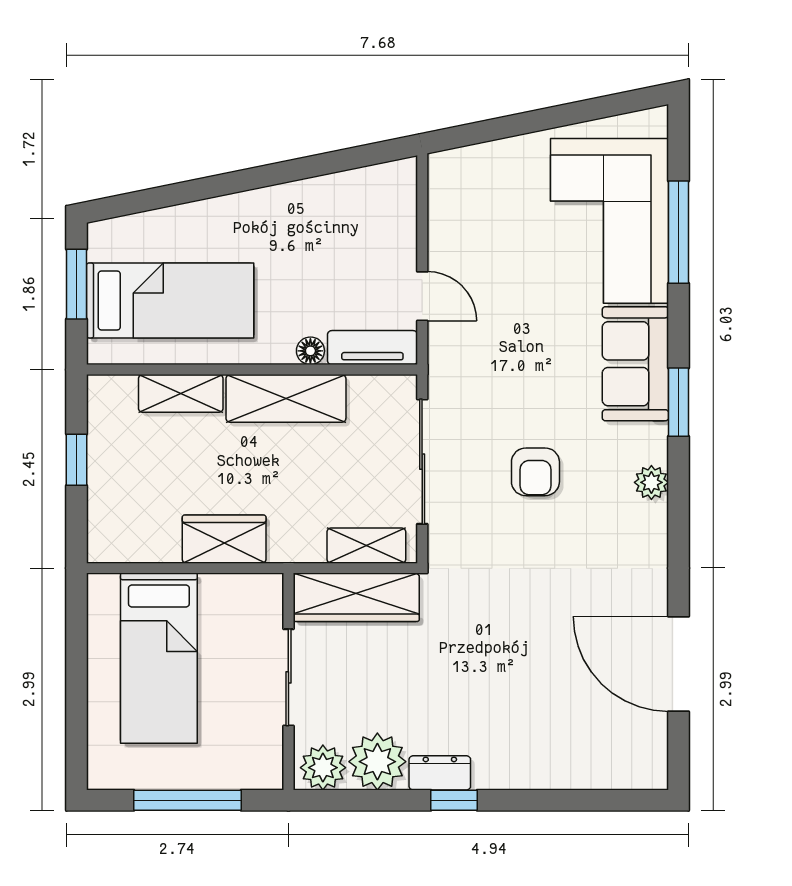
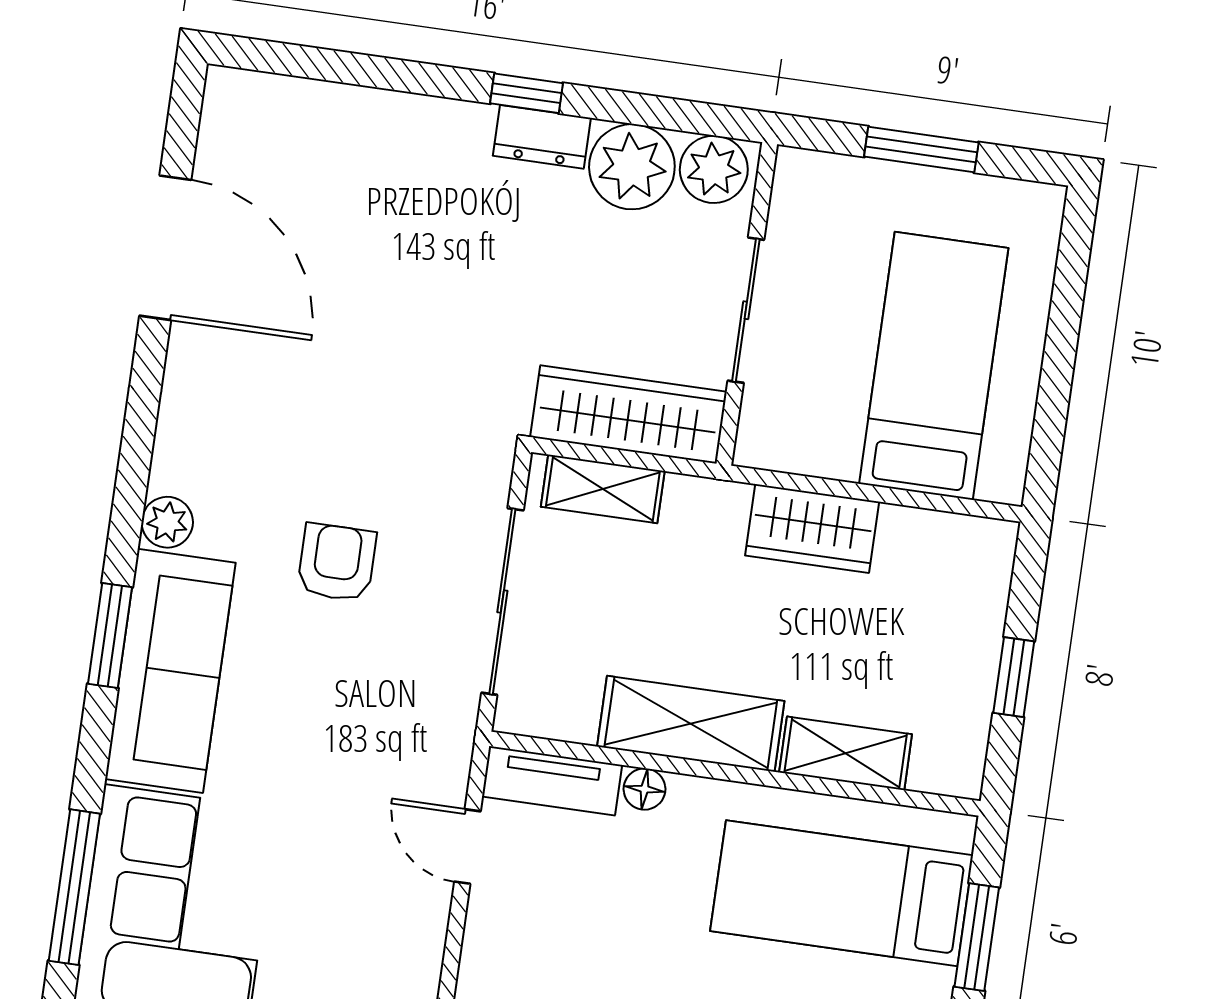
sofa: (635, 364) -> (170, 671), width x1.36
window: (187, 800) -> (921, 149), width x0.69

